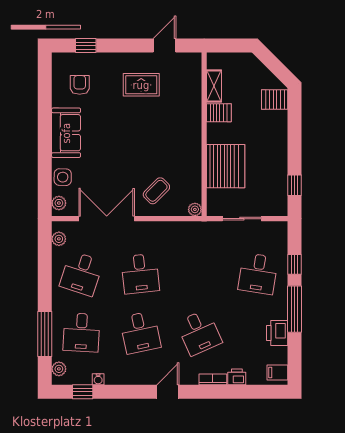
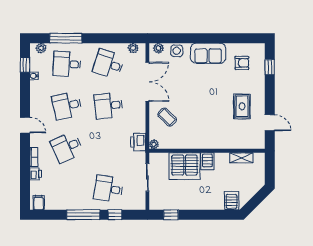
server rack: (219, 113) -> (207, 161), moved
printer: (277, 333) -> (138, 142), moved, turned -90

